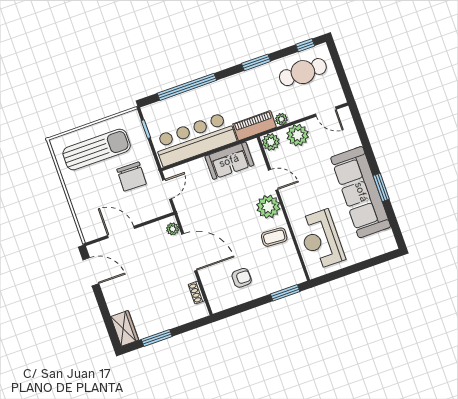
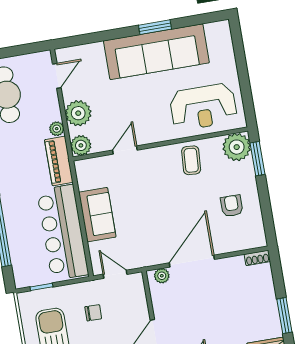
sofa: (229, 161) -> (97, 215), moved
chair: (132, 177) -> (93, 313), width x0.54, depth x0.54
plant: (268, 207) -> (237, 147), moved
shoe rack: (196, 293) -> (257, 258), moved

